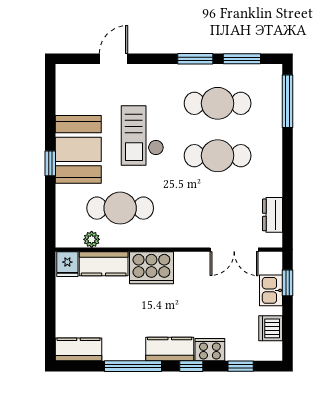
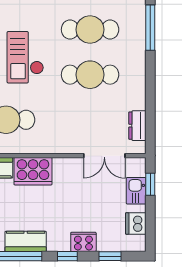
kitchen counter: (170, 349) -> (26, 241), moved

